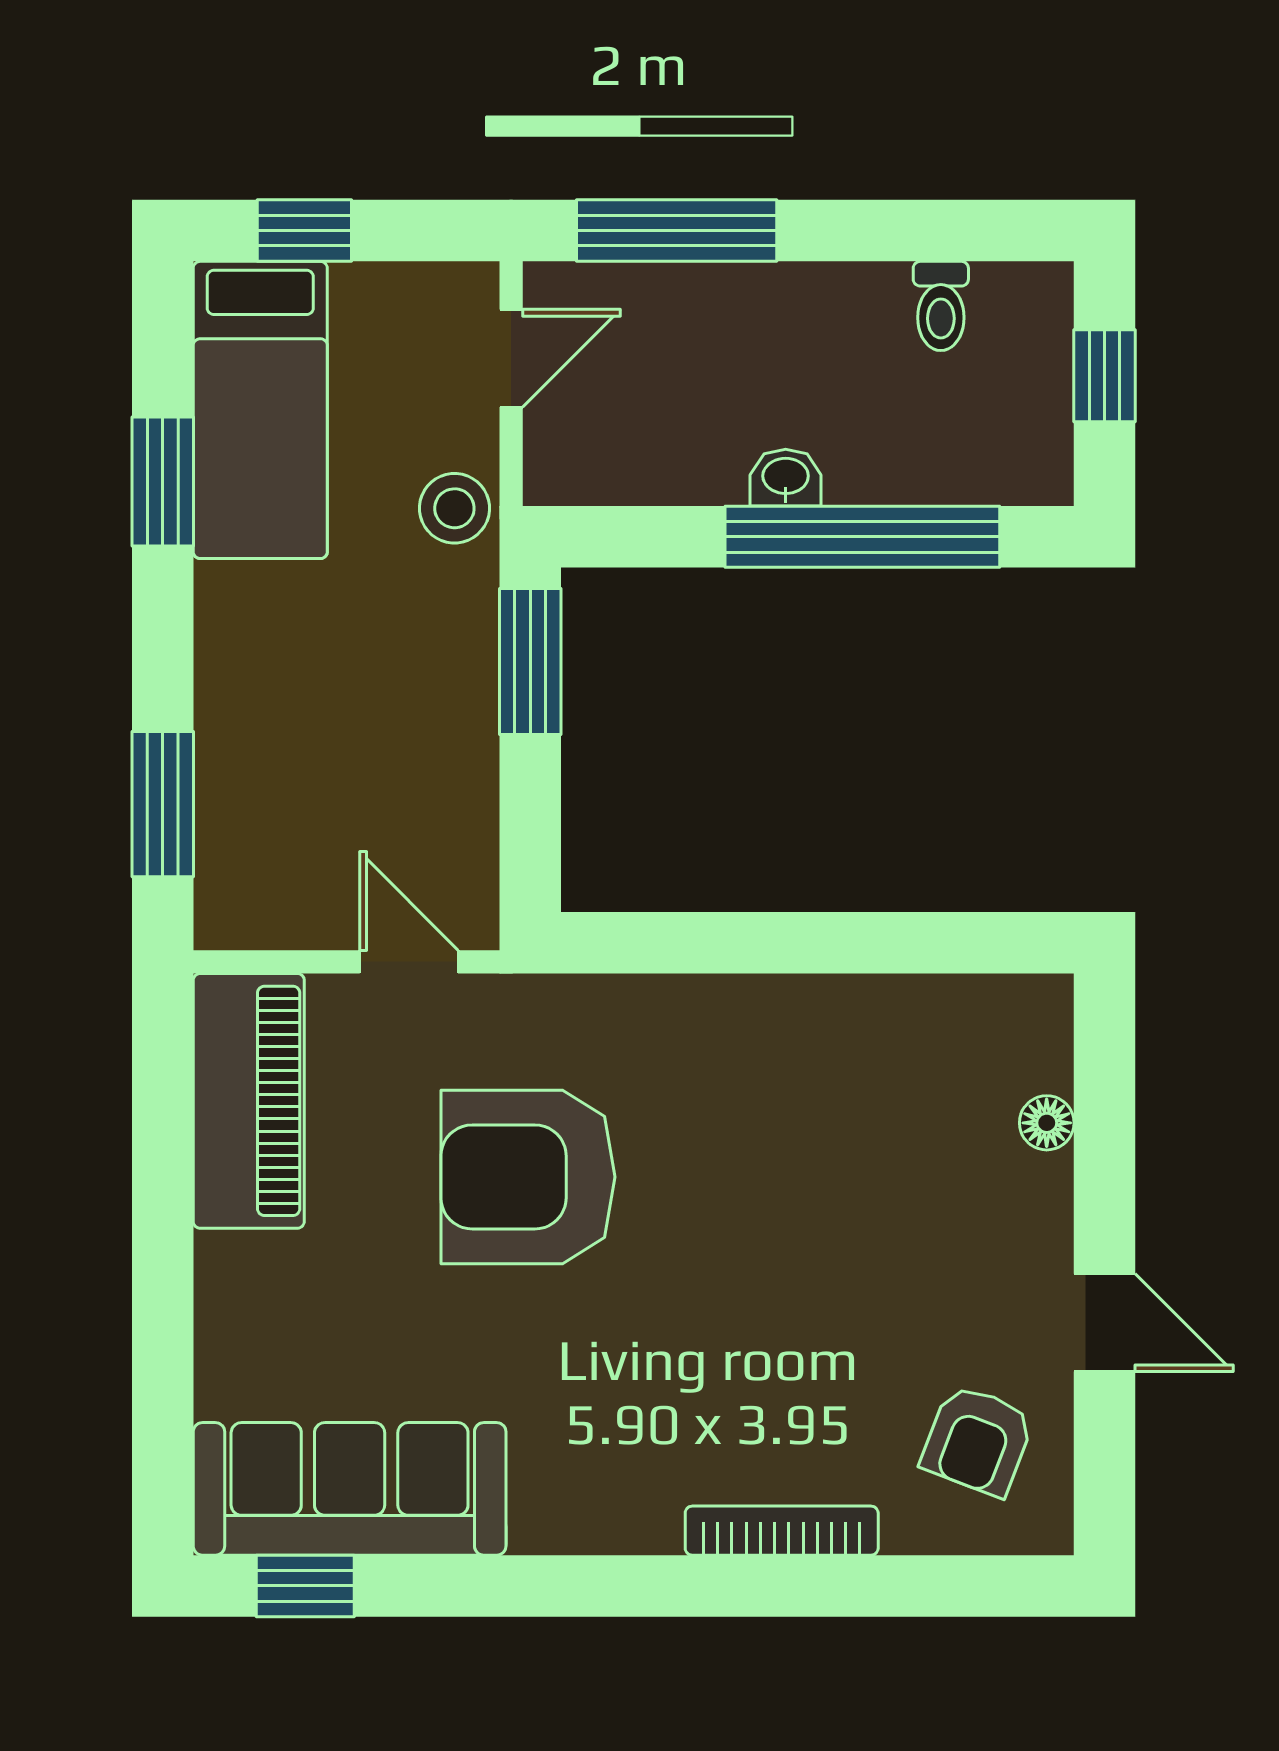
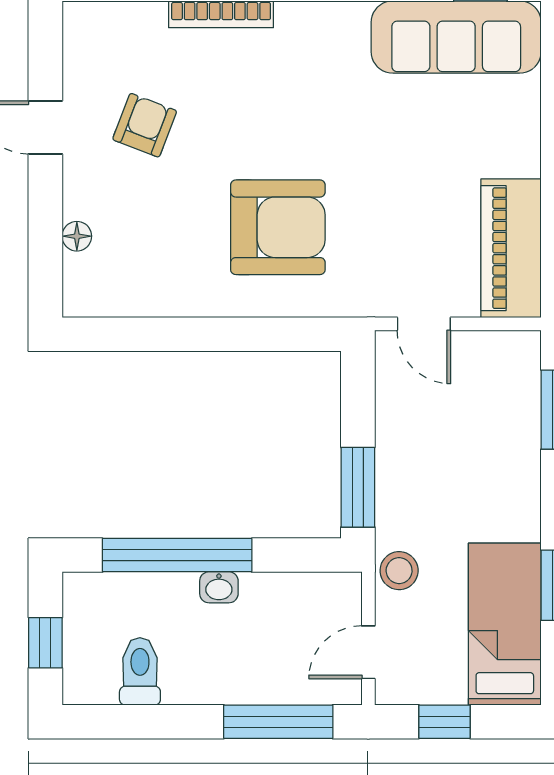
window: (304, 231) -> (445, 722), moved
toilet: (941, 306) -> (140, 671), width x1.37, depth x1.39
armchair: (528, 1177) -> (278, 227), moved
armchair: (977, 1440) -> (145, 125), moved

